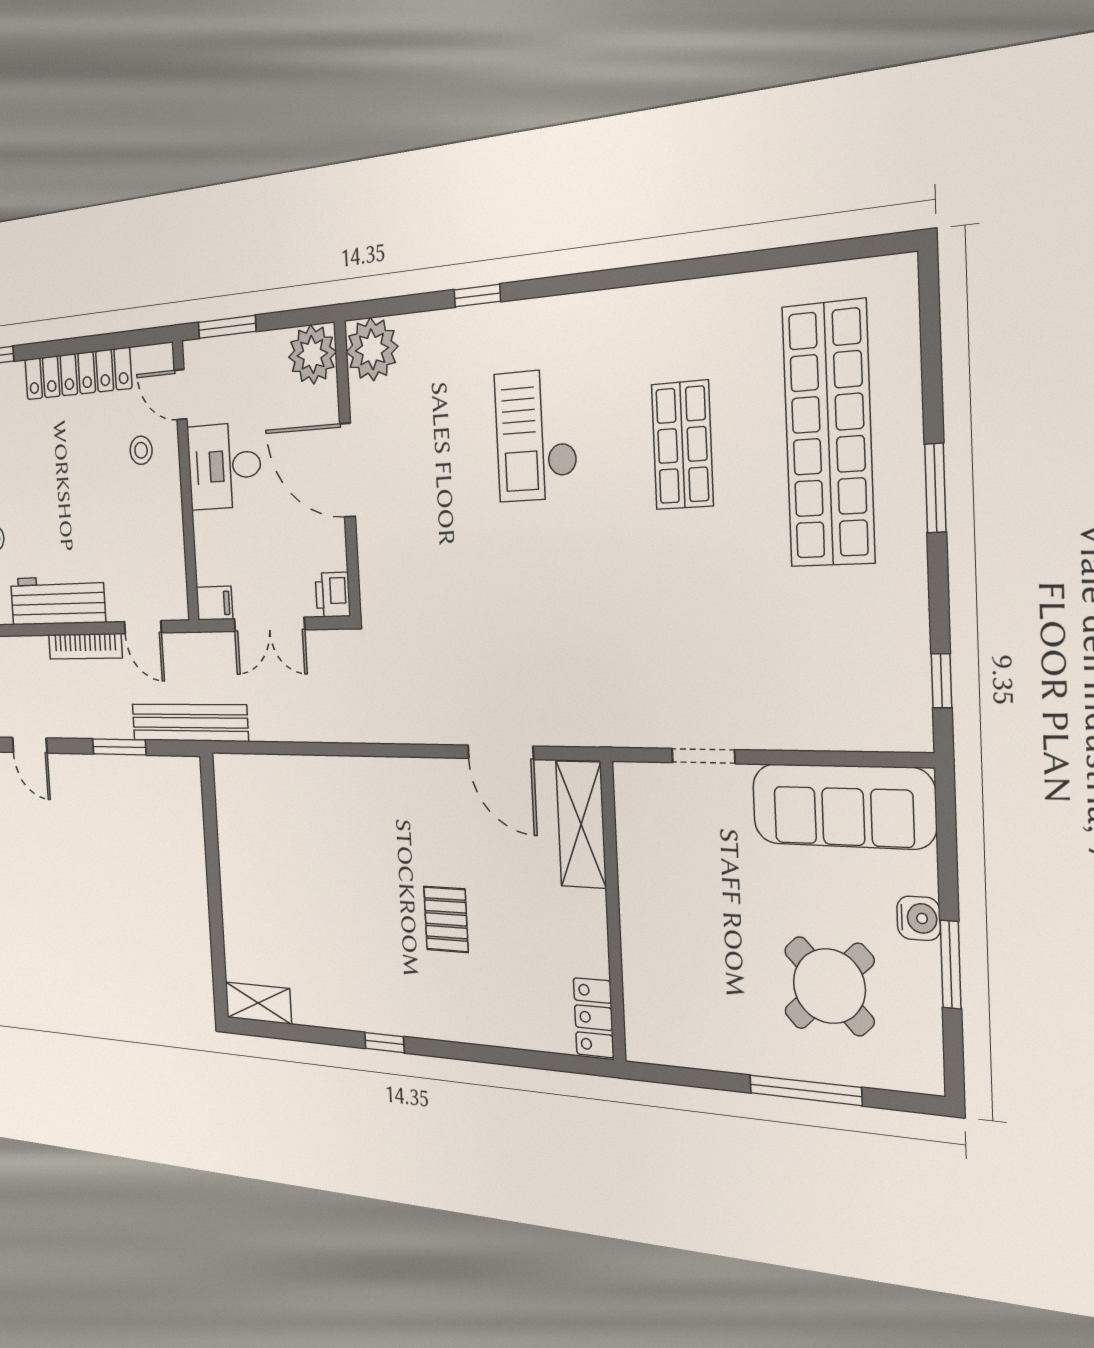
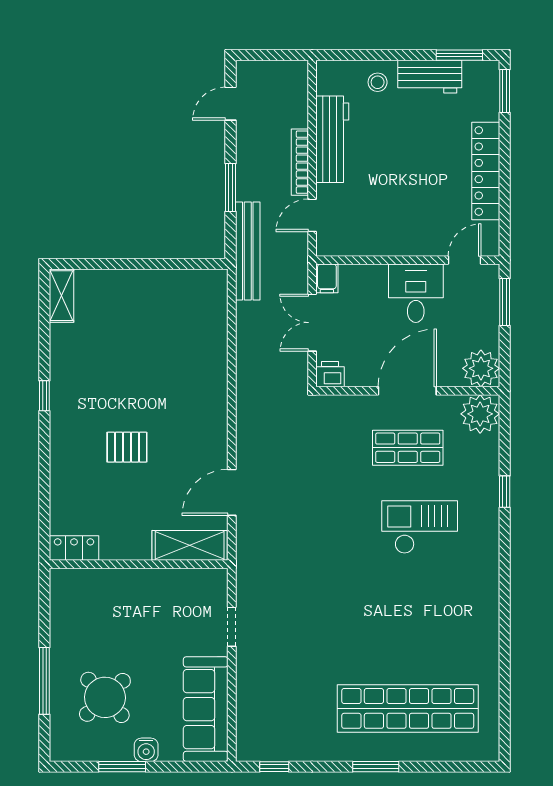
shop shelf: (682, 445) -> (408, 448), moved
stool: (141, 450) -> (430, 223), removed

